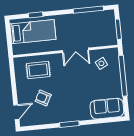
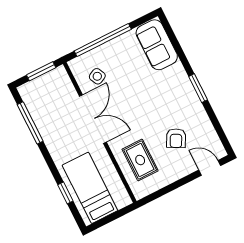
double door: (75, 50) -> (93, 119), width x1.37

